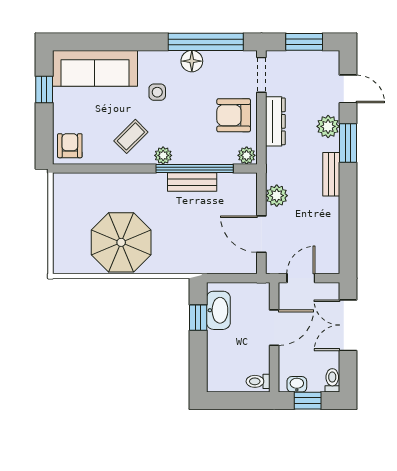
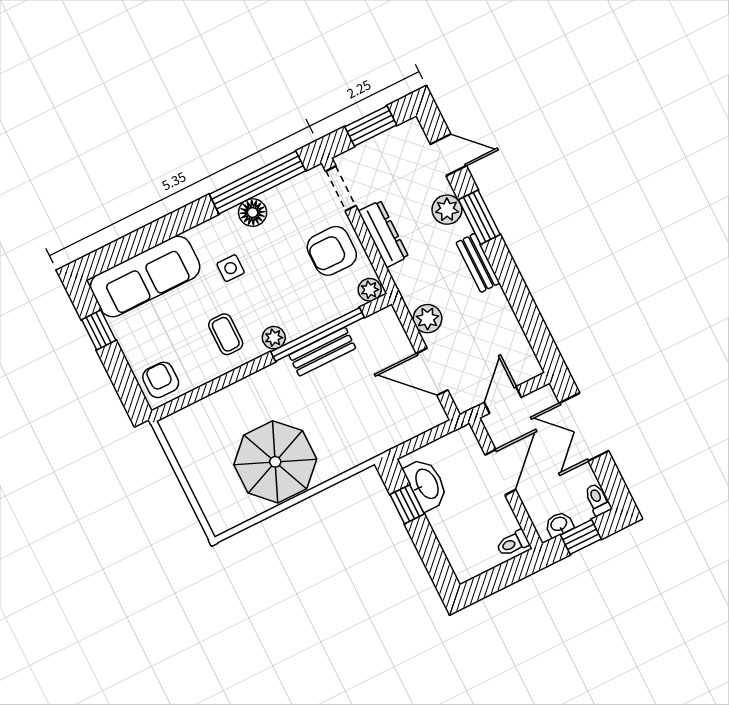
coffee table: (131, 136) -> (226, 334), turned -45

